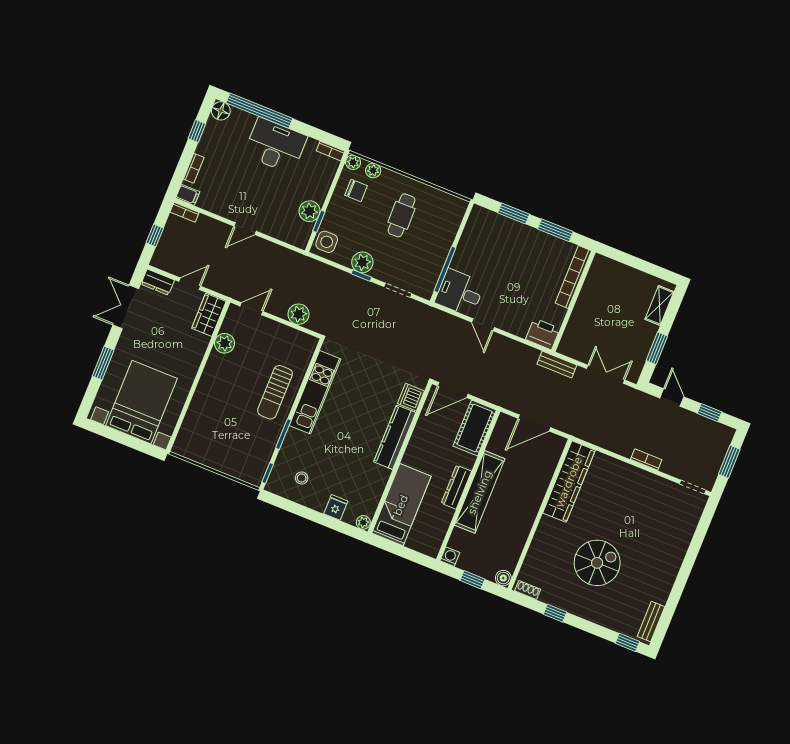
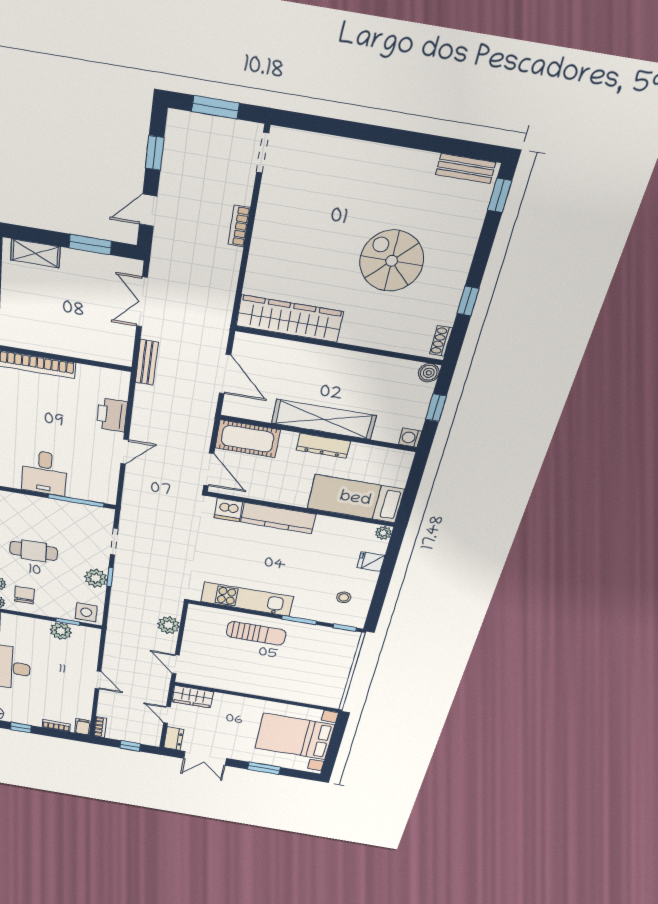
desk: (460, 293) -> (44, 473), moved
printer: (543, 334) -> (112, 415), moved
plant: (225, 343) -> (217, 681), removed

